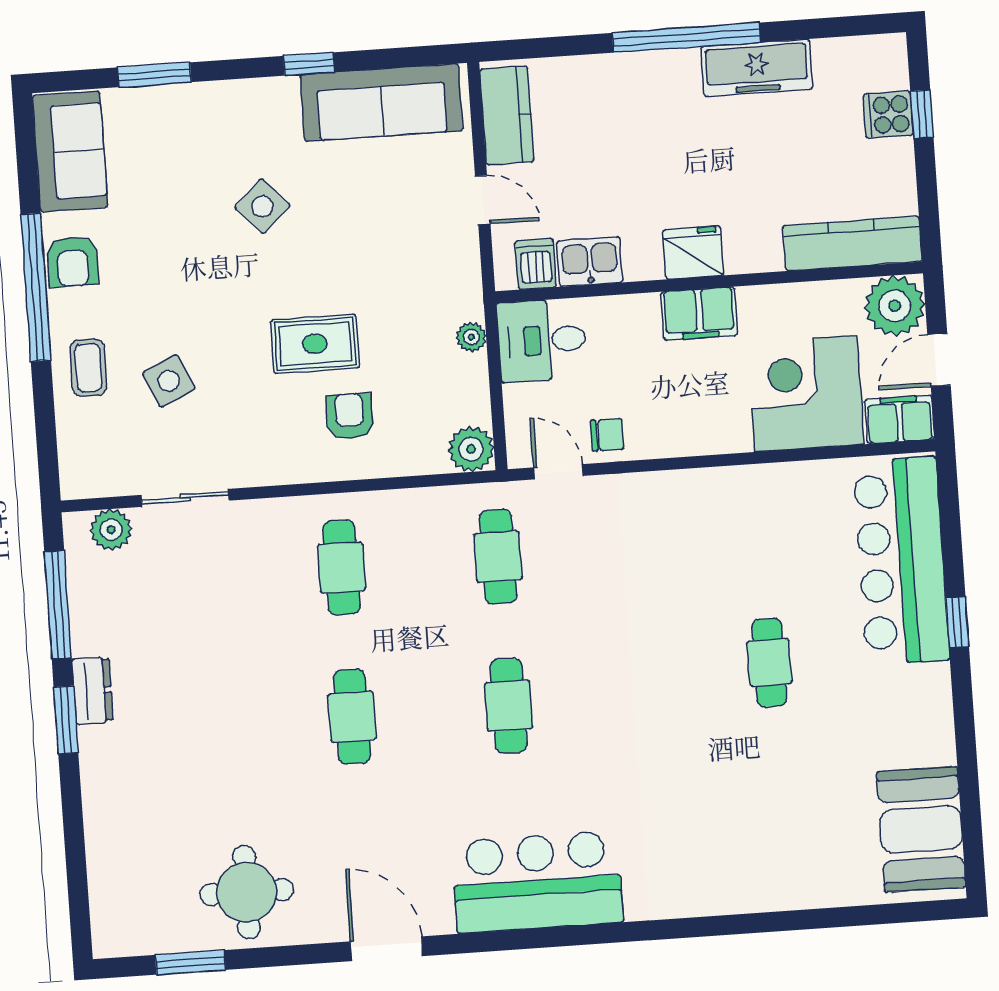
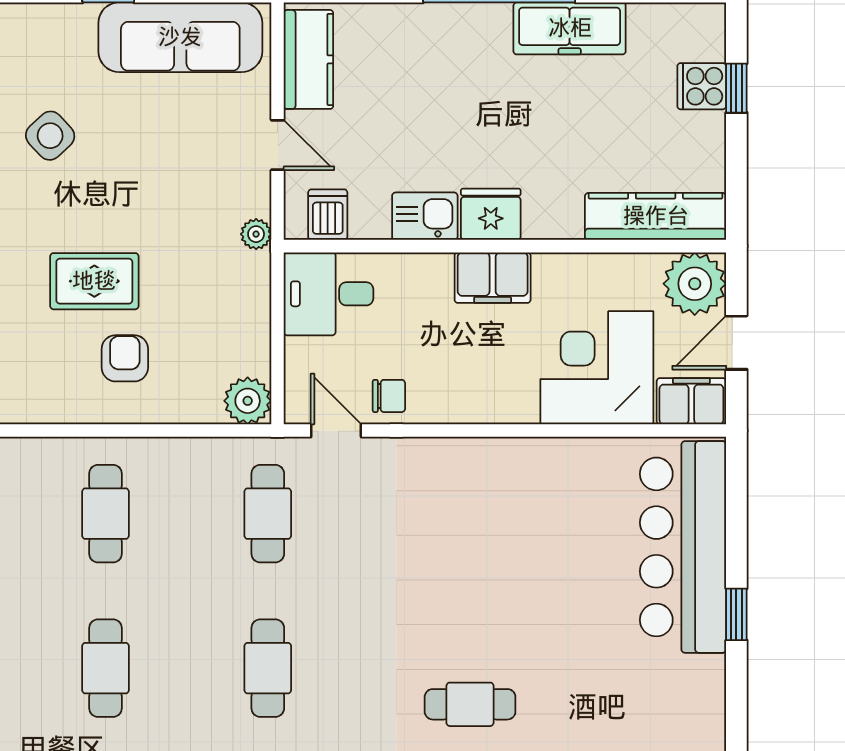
kitchen sink: (590, 262) -> (425, 216), moved
plant: (471, 337) -> (256, 234), moved
cafe table: (769, 662) -> (470, 704), moved, turned 90

